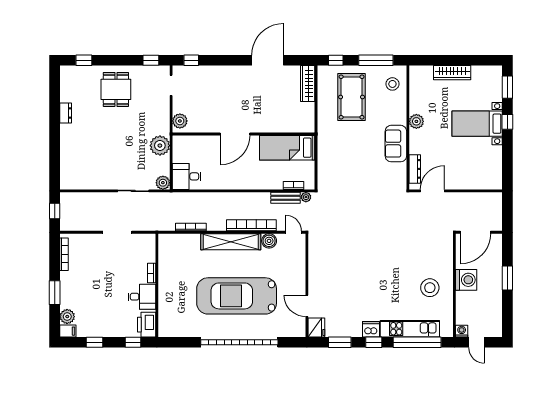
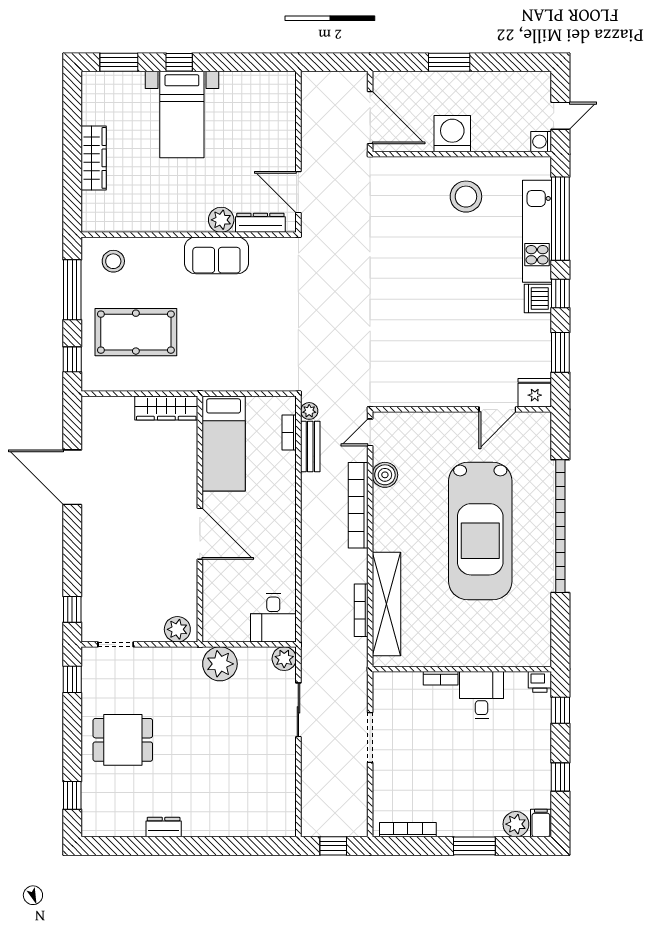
wardrobe: (308, 84) -> (166, 408), moved
plant: (416, 121) -> (221, 220), moved
shelving: (231, 242) -> (386, 604), moved
printer: (147, 325) -> (540, 682), width x0.53, depth x0.68

